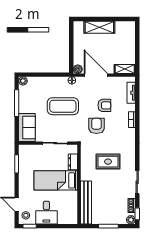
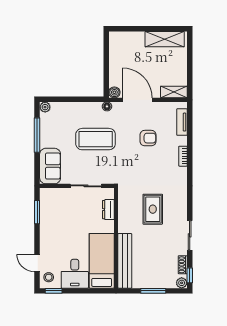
shelving: (99, 27) -> (165, 39), moved
armchair: (96, 126) -> (138, 164), removed
rug: (108, 162) -> (153, 209), turned 90
bed: (56, 180) -> (102, 261), moved, turned 90

